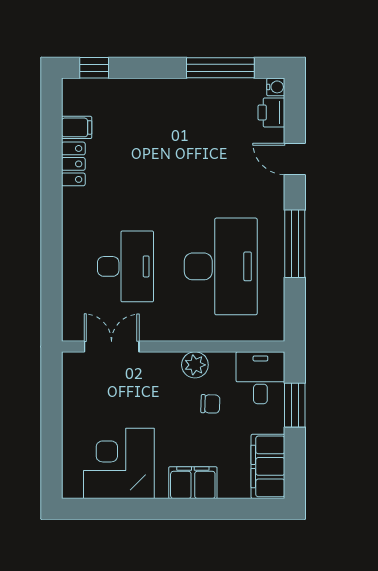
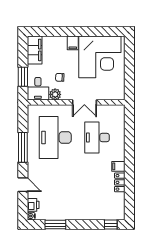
window: (220, 68) -> (55, 225), width x0.69
filing cabinet: (77, 127) -> (118, 166), moved
double door: (112, 347) -> (84, 102), moved
plant: (195, 365) -> (55, 94), moved
corner desk: (119, 463) -> (100, 57), width x1.36, depth x1.36
filing cabinet: (193, 483) -> (73, 43), width x0.50

